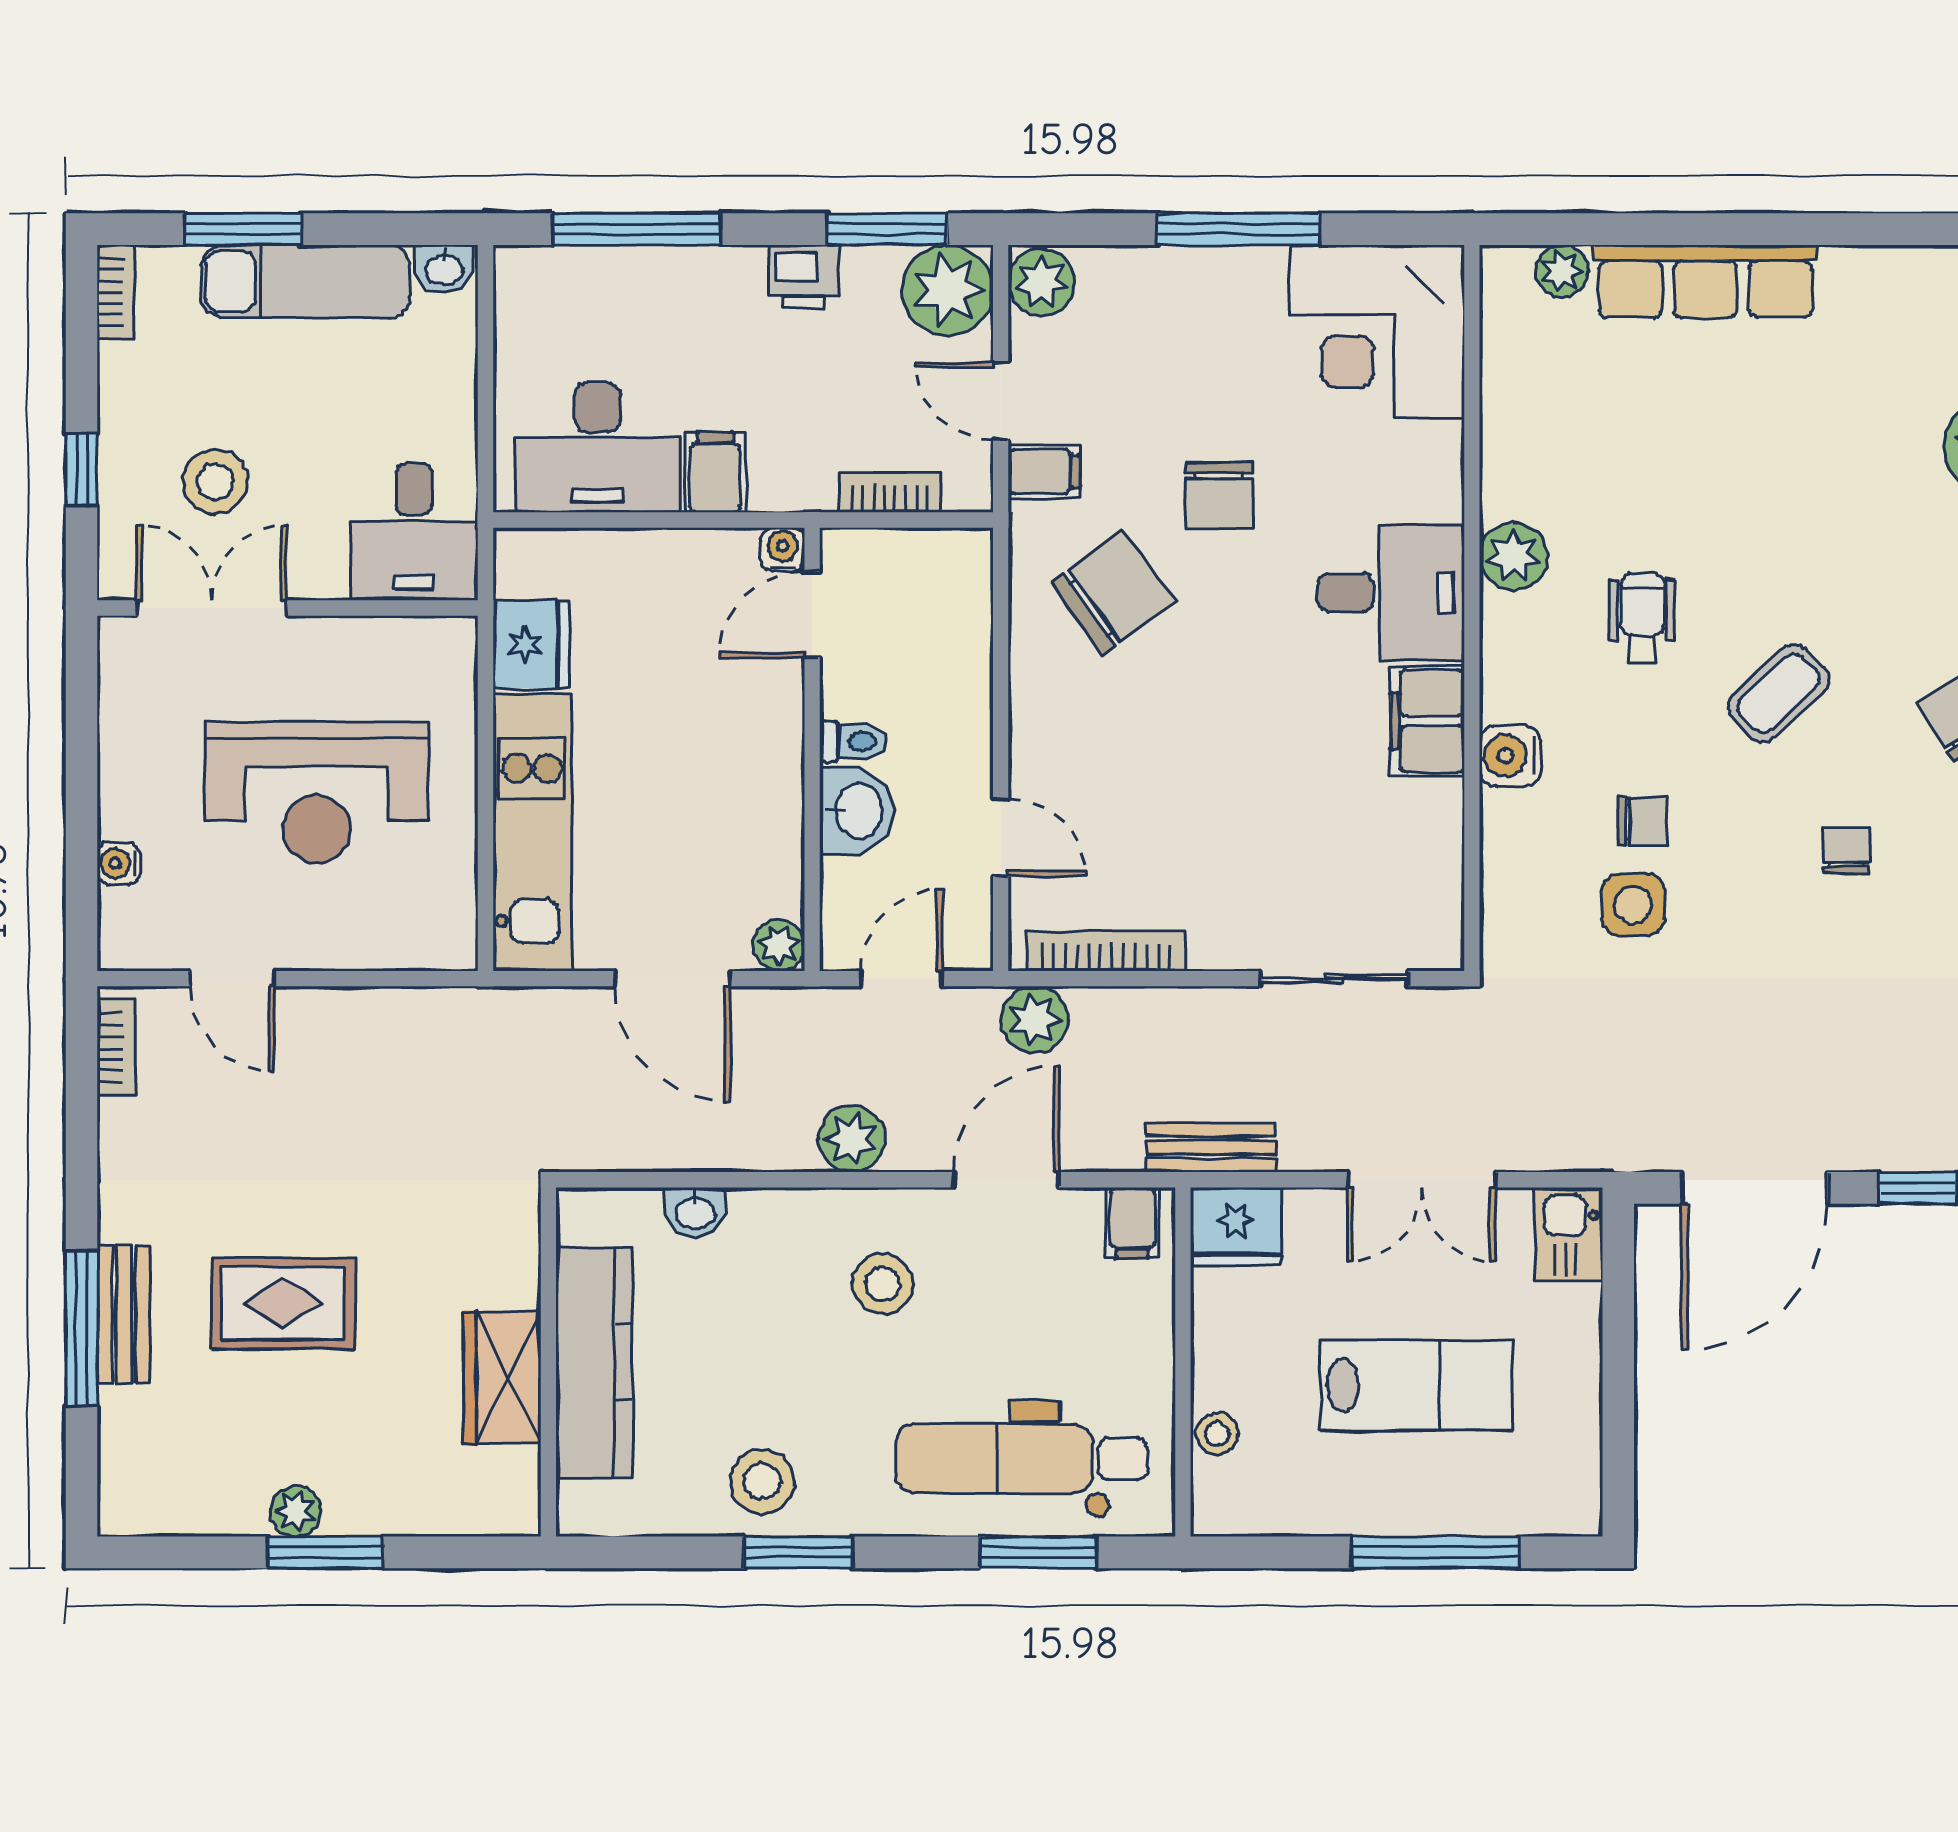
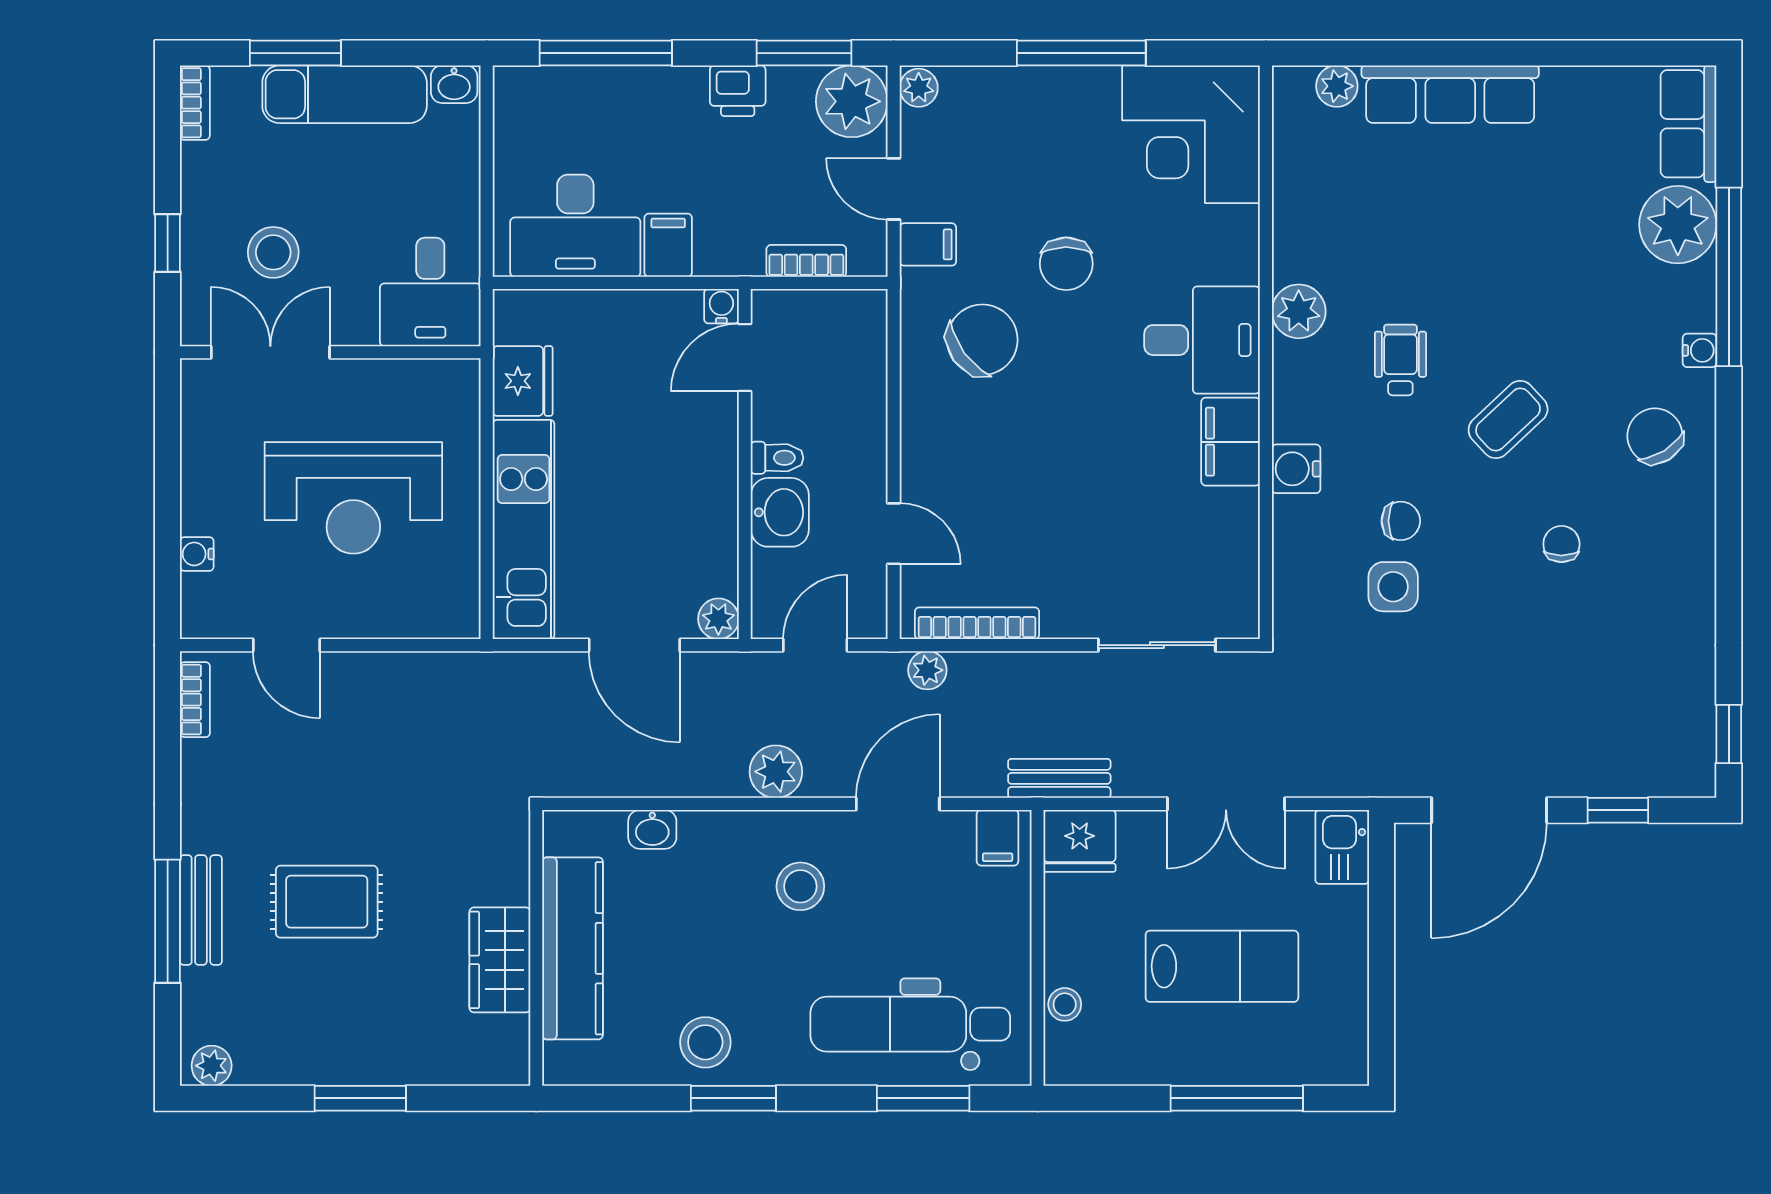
plant: (1041, 282) -> (919, 88), width x0.73, depth x0.73
plant: (1034, 1020) -> (927, 670), width x0.73, depth x0.73
plant: (296, 1511) -> (212, 1066), moved

